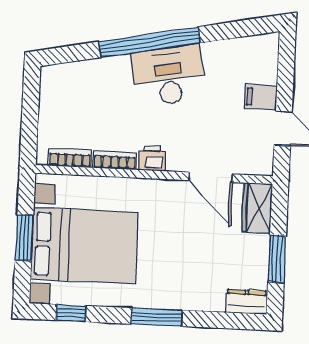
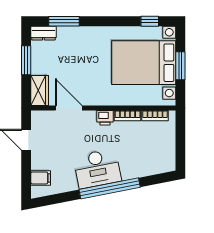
filing cabinet: (261, 97) -> (41, 178), moved
window: (157, 317) -> (64, 21), moved

